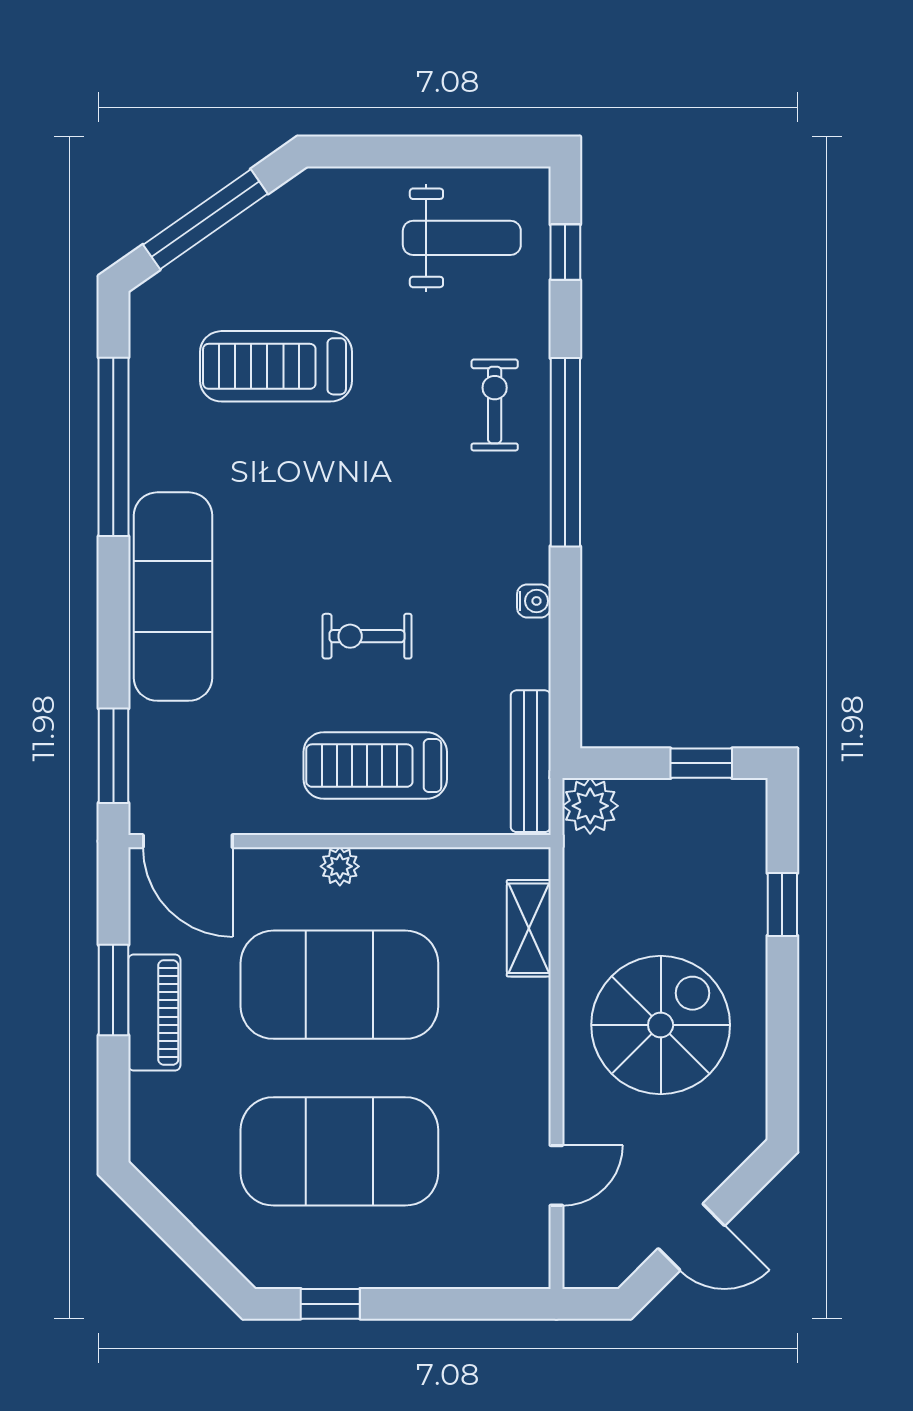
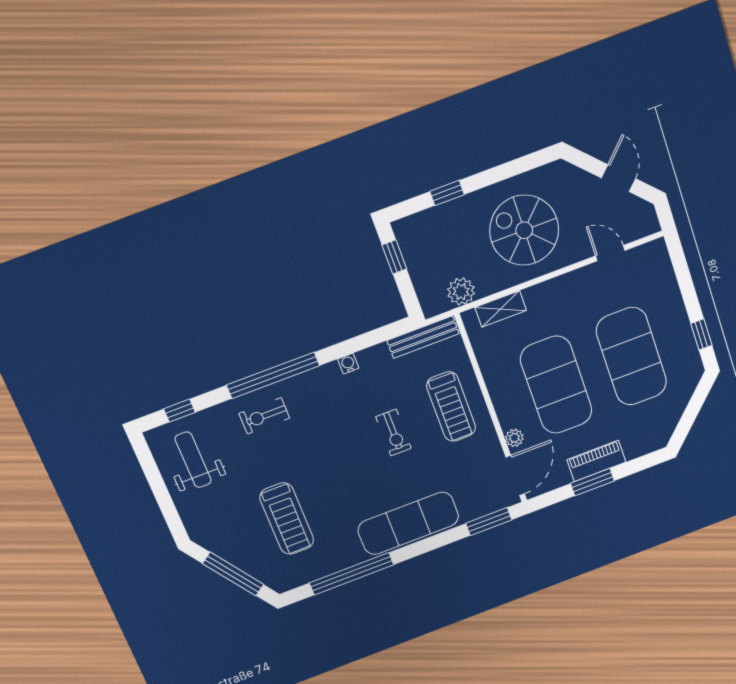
plant: (590, 806) -> (461, 291), moved
plant: (340, 866) -> (514, 438), moved

